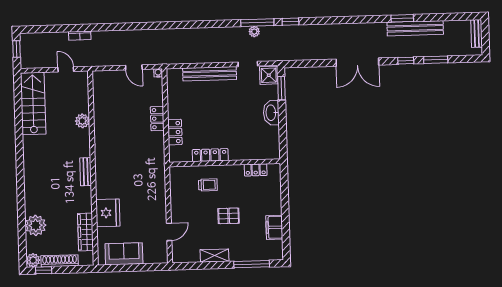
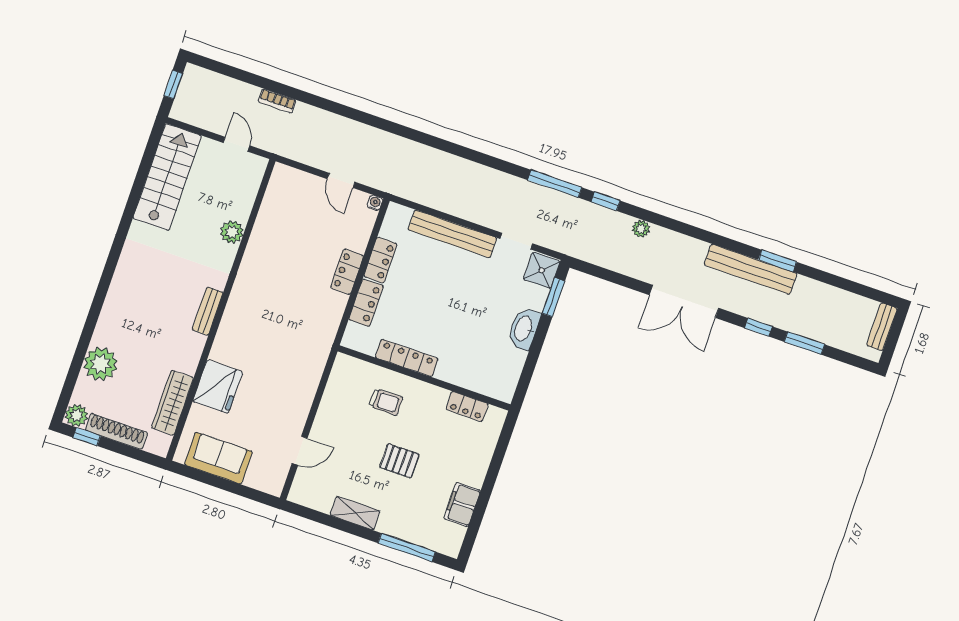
bench: (415, 28) -> (751, 269), moved
plant: (254, 32) -> (641, 229), moved
locker: (174, 105) -> (380, 260), added

